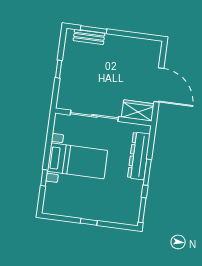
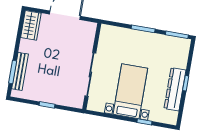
bench: (89, 37) -> (20, 71), width x1.36
wardrobe: (138, 110) -> (31, 25), moved, turned 180
dresser: (139, 156) -> (175, 89), moved, turned 90

